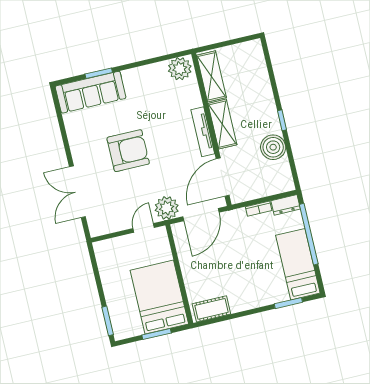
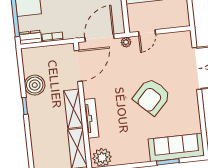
tv unit: (203, 132) -> (91, 118), moved
armchair: (128, 151) -> (152, 97), turned -46
plant: (167, 208) -> (126, 42), width x0.53, depth x0.53

